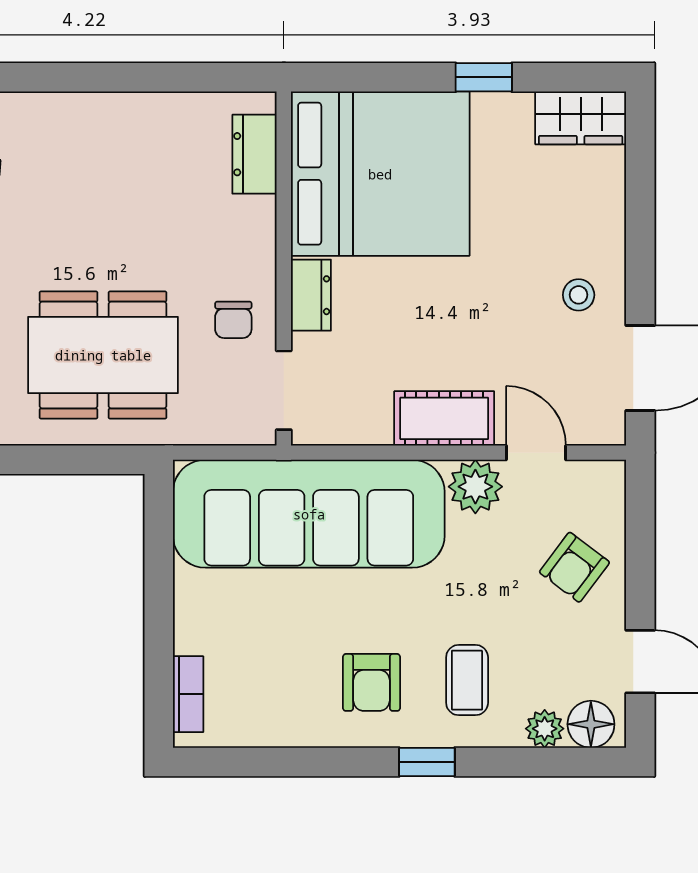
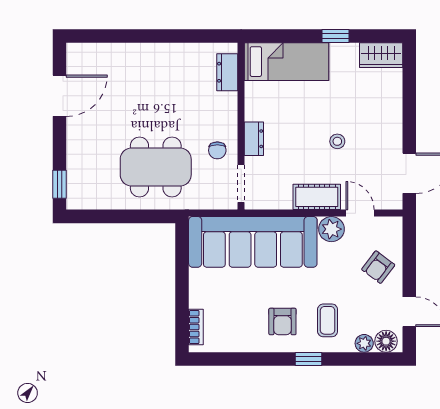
bed: (380, 174) -> (287, 62), width x0.49
stool: (579, 295) -> (337, 141), moved

